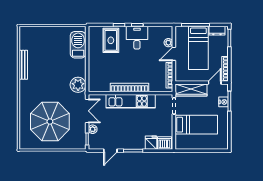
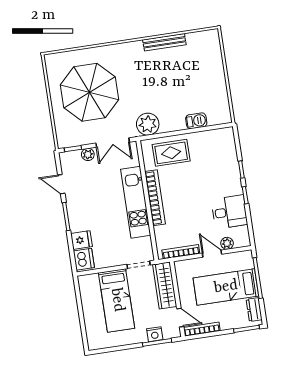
desk: (137, 38) -> (229, 212), moved
rug: (111, 40) -> (171, 153), moved
barbecue: (78, 45) -> (196, 121), width x0.53, depth x0.65

